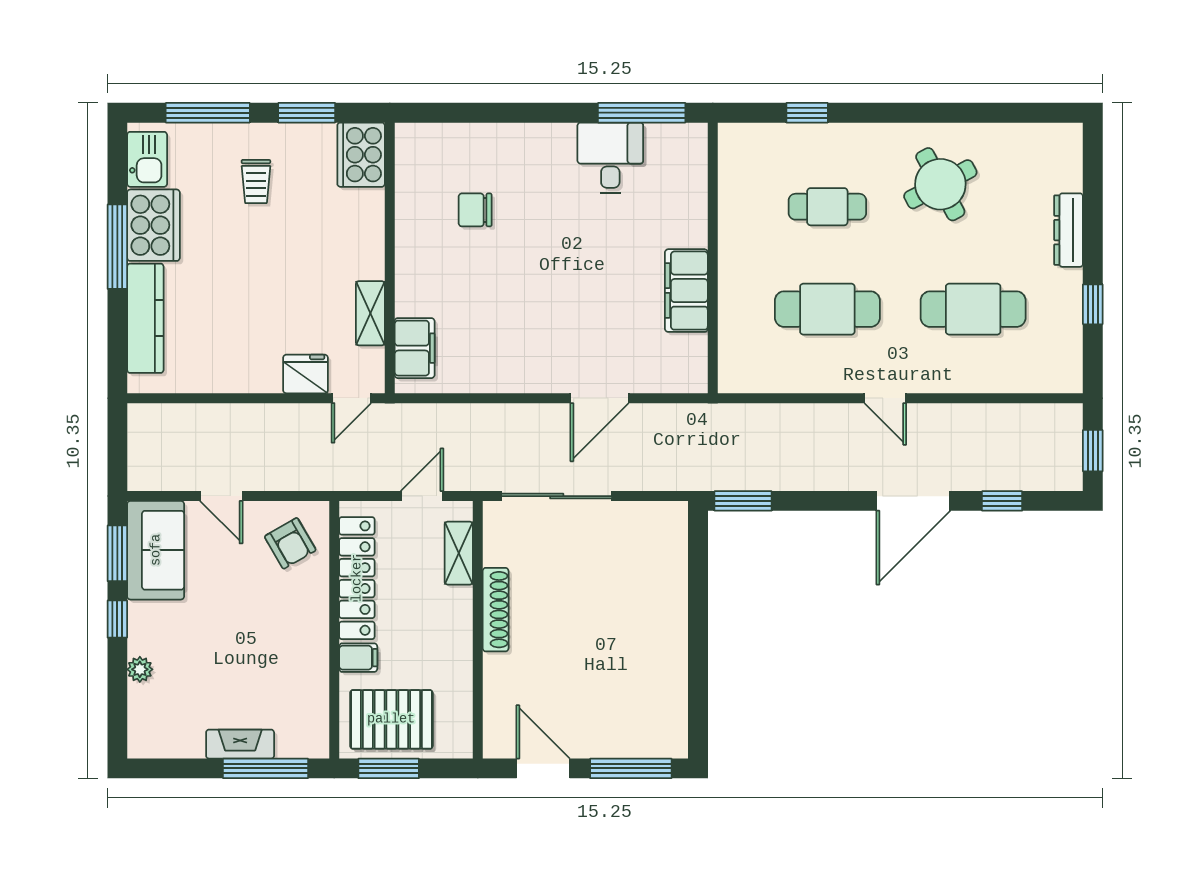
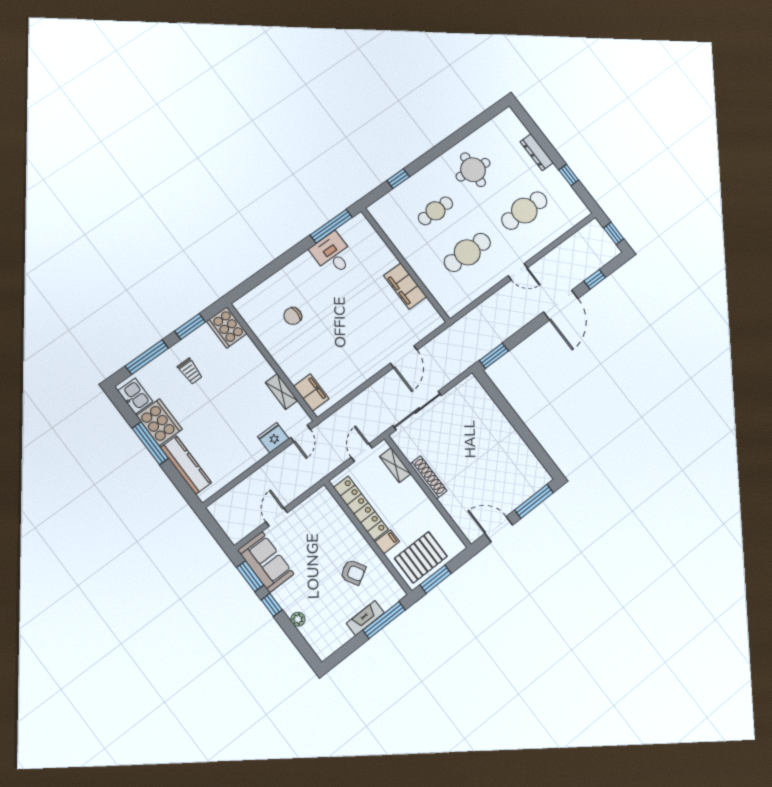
round table: (940, 184) -> (473, 170), turned 34
door: (221, 496) -> (277, 517), swing flipped
armchair: (290, 543) -> (353, 572), moved

